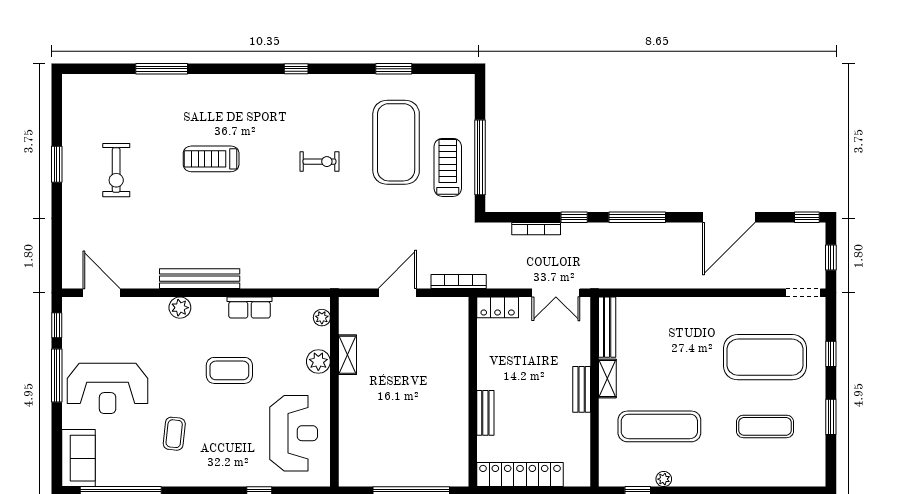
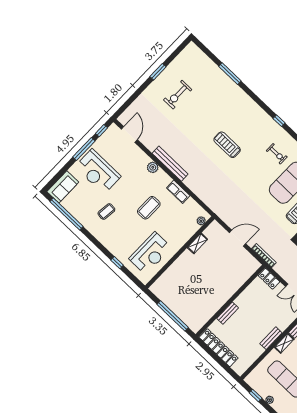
treadmill: (211, 159) -> (227, 145), moved
exercise bike: (319, 162) -> (277, 154), moved
plant: (318, 361) -> (184, 236), removed
coffee table: (229, 370) -> (149, 208), turned 90

